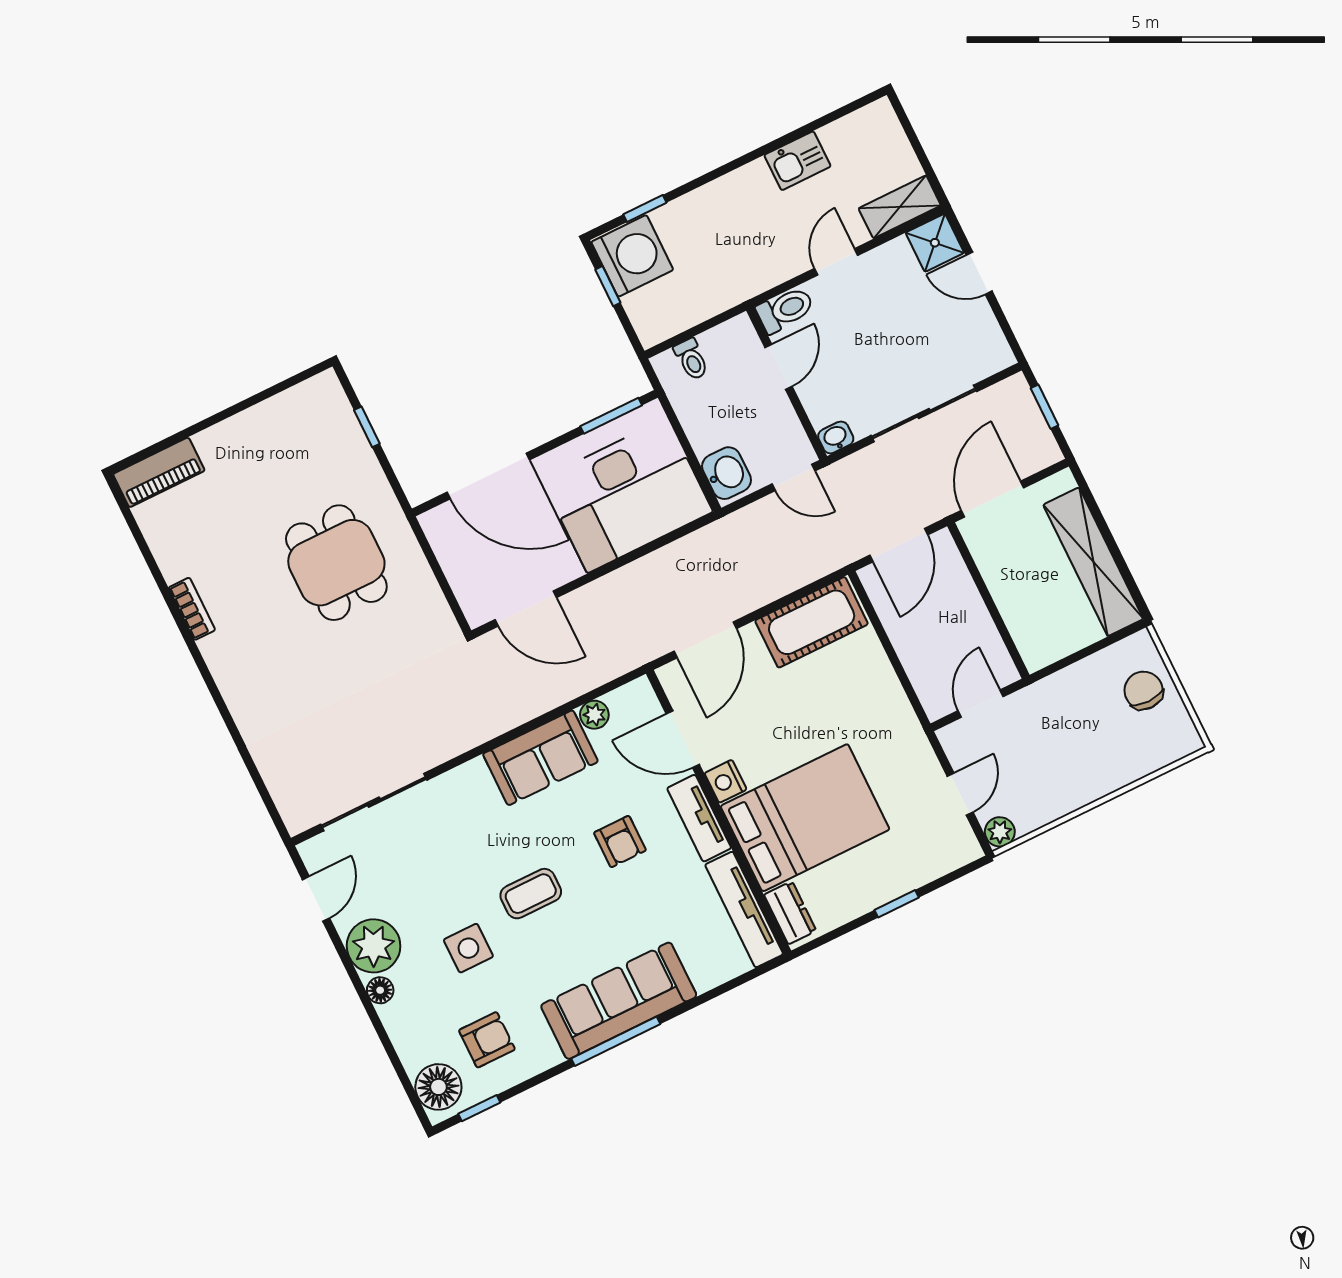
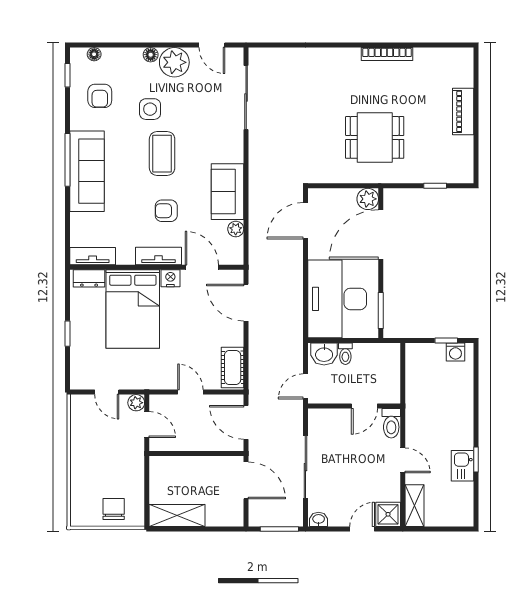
window: (645, 208) -> (476, 460), moved
washing machine: (632, 256) -> (455, 352), width x0.53, depth x0.53
toilet: (691, 359) -> (345, 354), moved, turned -90
door: (779, 367) -> (364, 406), hinge flipped
window: (1044, 407) -> (279, 529), width x1.50
washbasin: (836, 437) -> (319, 519), moved, turned -90
piano: (159, 472) -> (463, 111), moved
plant: (441, 525) -> (368, 199), added
shelving: (1093, 562) -> (177, 515), width x0.68
bookcase: (192, 609) -> (387, 54), width x1.56
cot: (812, 622) -> (233, 368), width x0.73, depth x0.75
door: (894, 659) -> (190, 392), added
chair: (1144, 690) -> (114, 509), turned -90
door: (683, 739) -> (202, 267), hinge flipped
plant: (1000, 832) -> (136, 403), moved
coffee table: (531, 894) -> (162, 154), width x1.36, depth x1.30
tv unit: (744, 909) -> (93, 256), width x0.71
floor lamp: (438, 1087) -> (94, 54), width x0.53, depth x0.53

